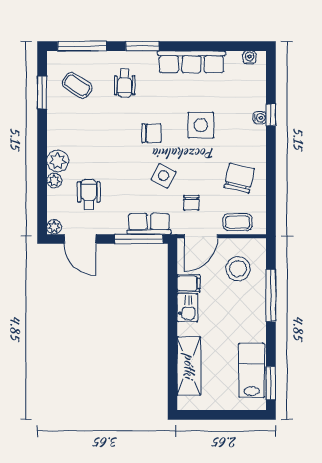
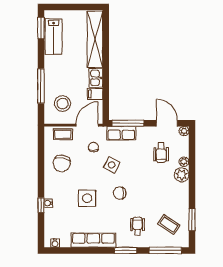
shelving: (189, 366) -> (95, 39), width x1.47

